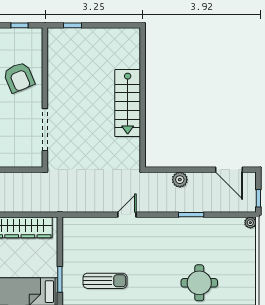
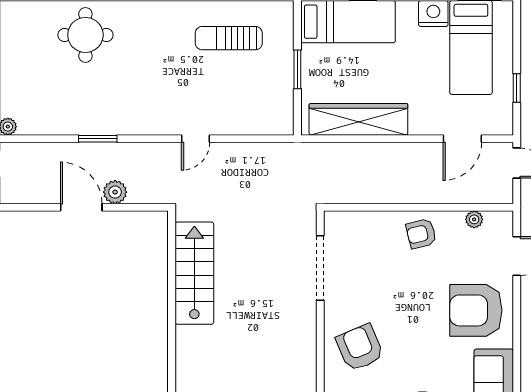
stairs: (128, 103) -> (194, 273), moved
door: (229, 170) -> (81, 207), moved
window: (60, 279) -> (297, 69), moved

